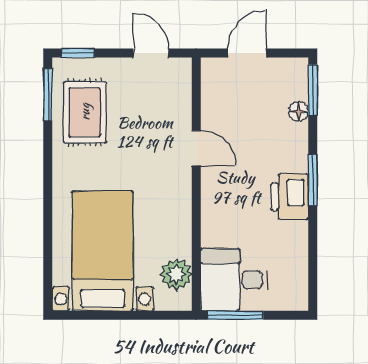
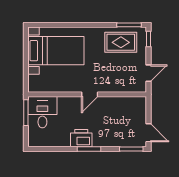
door: (247, 53) -> (148, 133), moved
floor lamp: (299, 111) -> (121, 142), removed
door: (196, 148) -> (90, 94), moved
plant: (176, 274) -> (45, 85), removed

